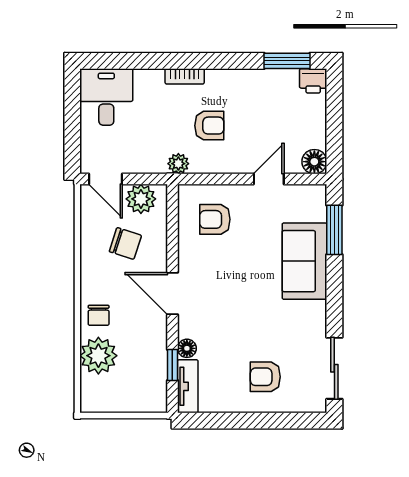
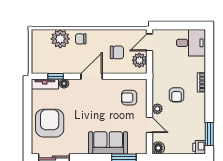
plant: (178, 164) -> (157, 109), moved
armchair: (215, 219) -> (129, 98), turned -90
chair: (125, 243) -> (117, 52), turned -108
armchair: (265, 377) -> (50, 123), width x1.88, depth x1.88

